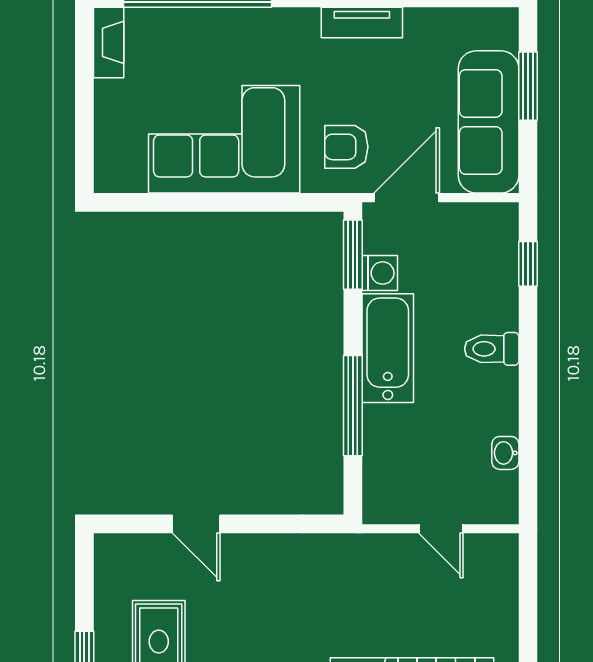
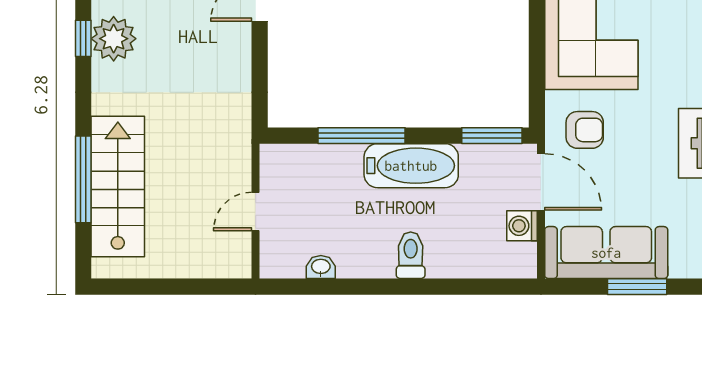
armchair: (346, 147) -> (585, 130), turned 90
window: (528, 264) -> (484, 287), removed
washing machine: (380, 273) -> (522, 226), moved, turned 90

